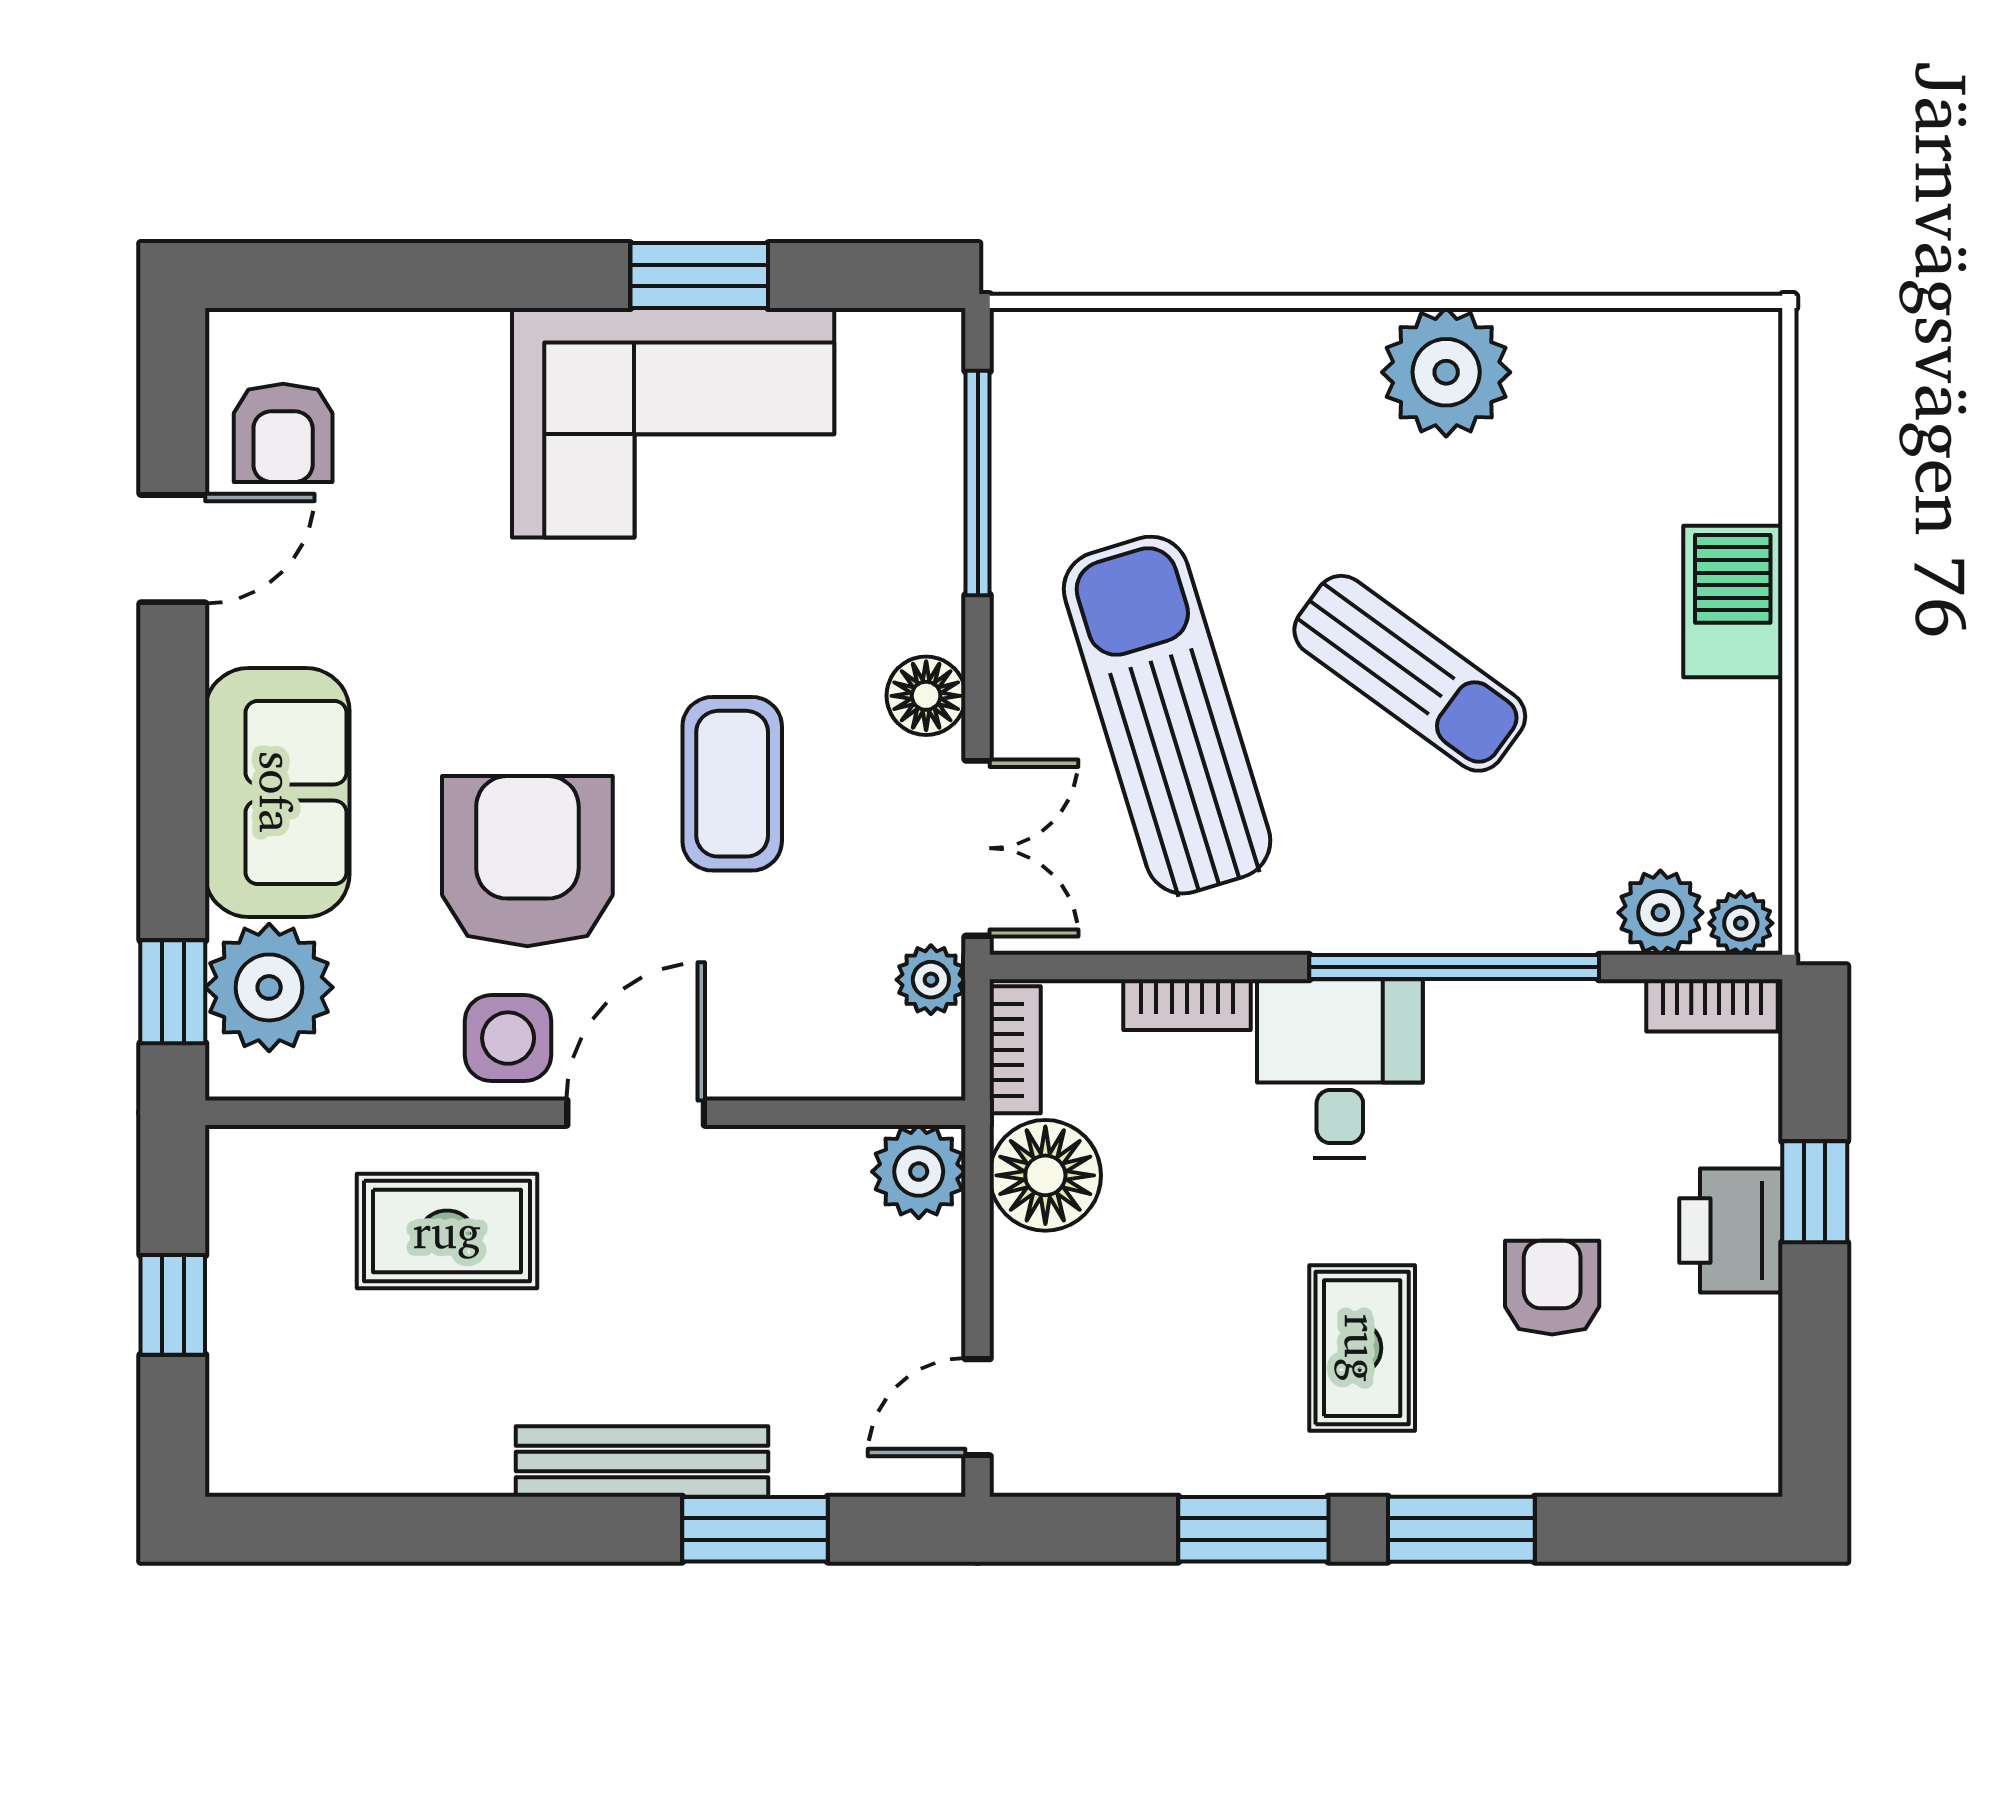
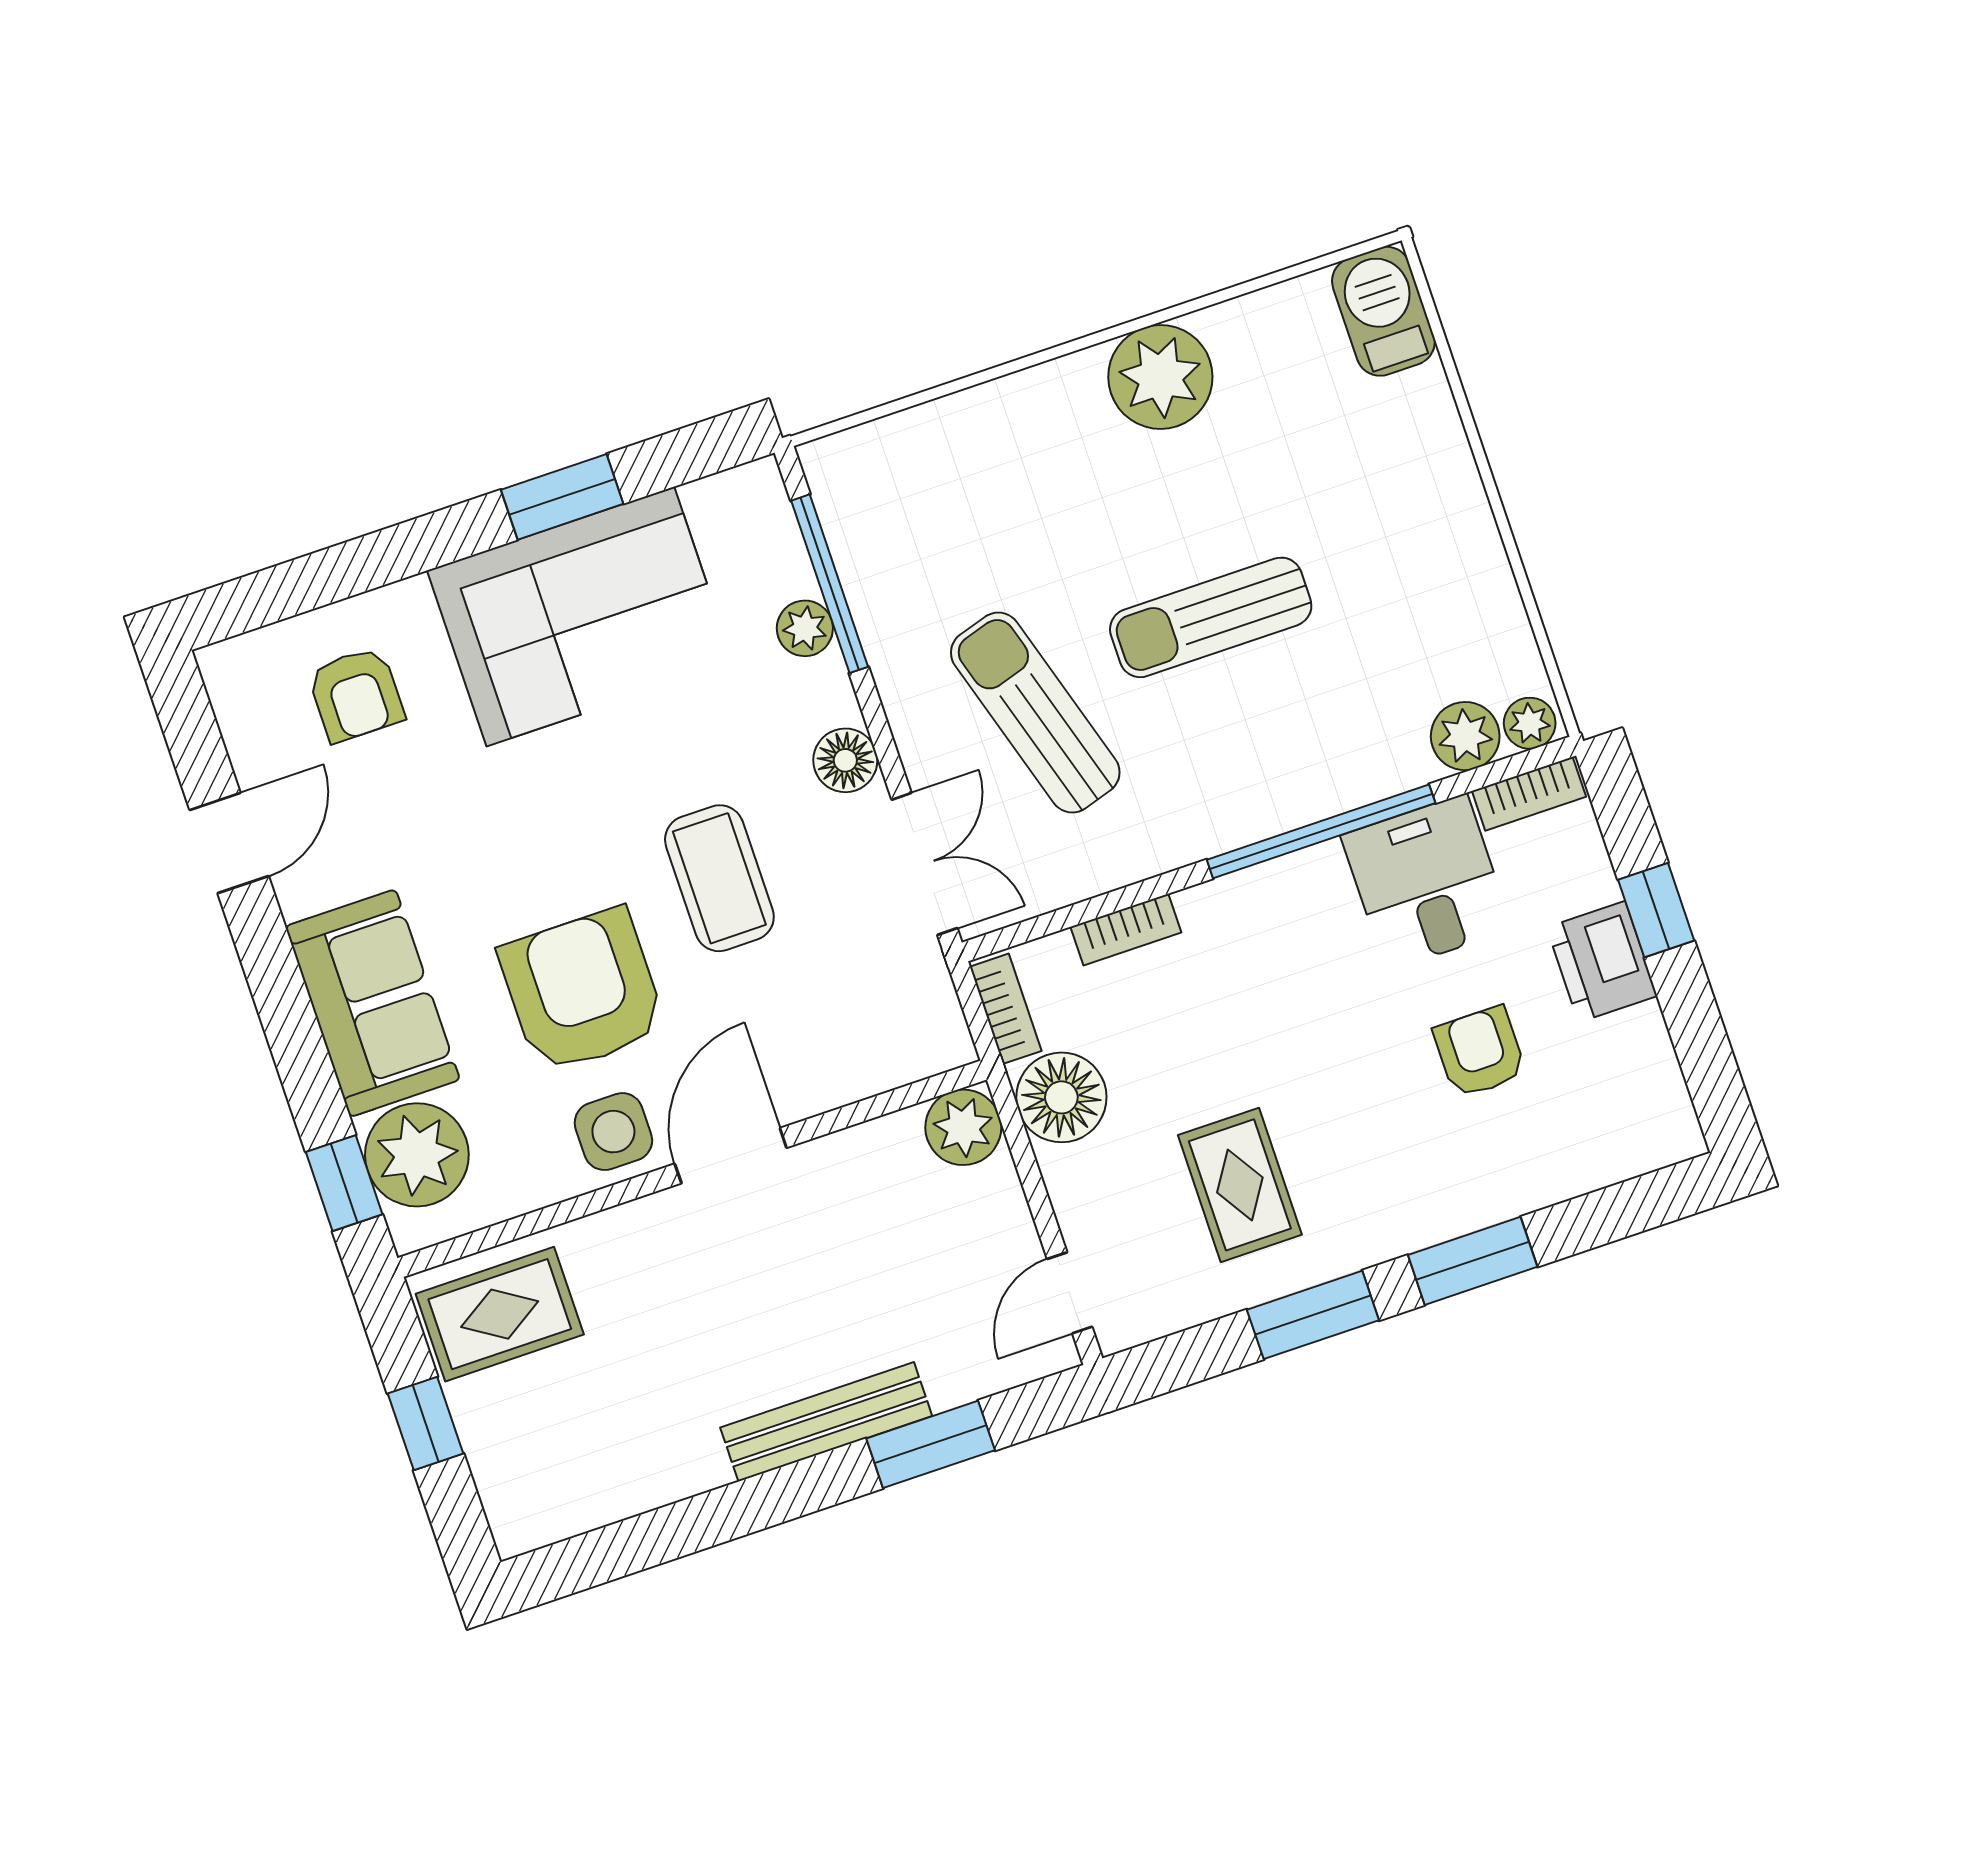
armchair: (283, 433) -> (356, 695), moved
barbecue: (1733, 602) -> (1383, 311), moved
sun lounger: (1410, 673) -> (1211, 617), turned 144
sun lounger: (1167, 715) -> (1035, 713), width x0.73, depth x0.75
plant: (931, 980) -> (805, 628), moved
desk: (1340, 1068) -> (1427, 882), moved
rug: (447, 1231) -> (500, 1314), moved
rug: (1362, 1348) -> (1240, 1185), moved

